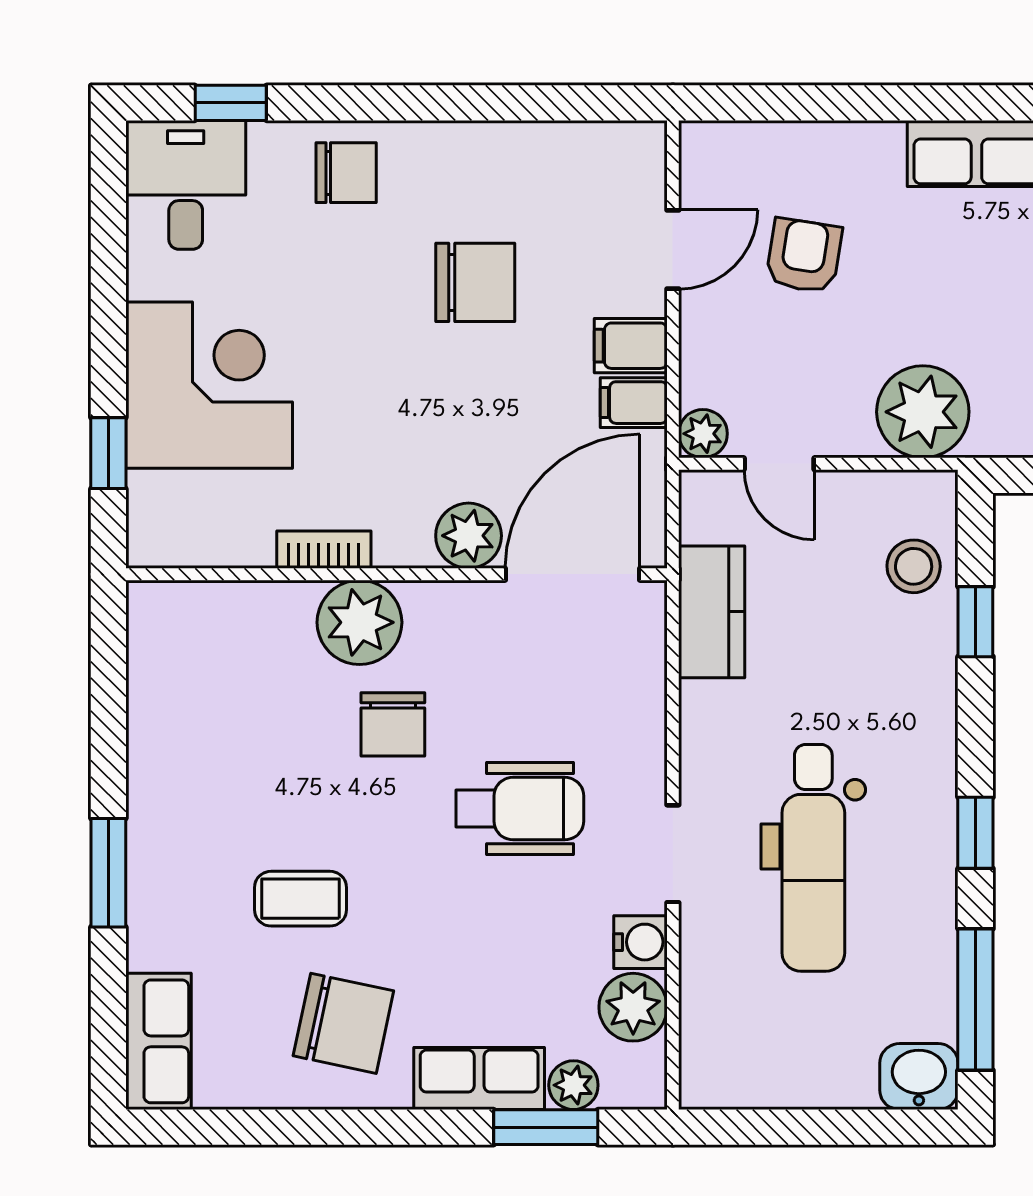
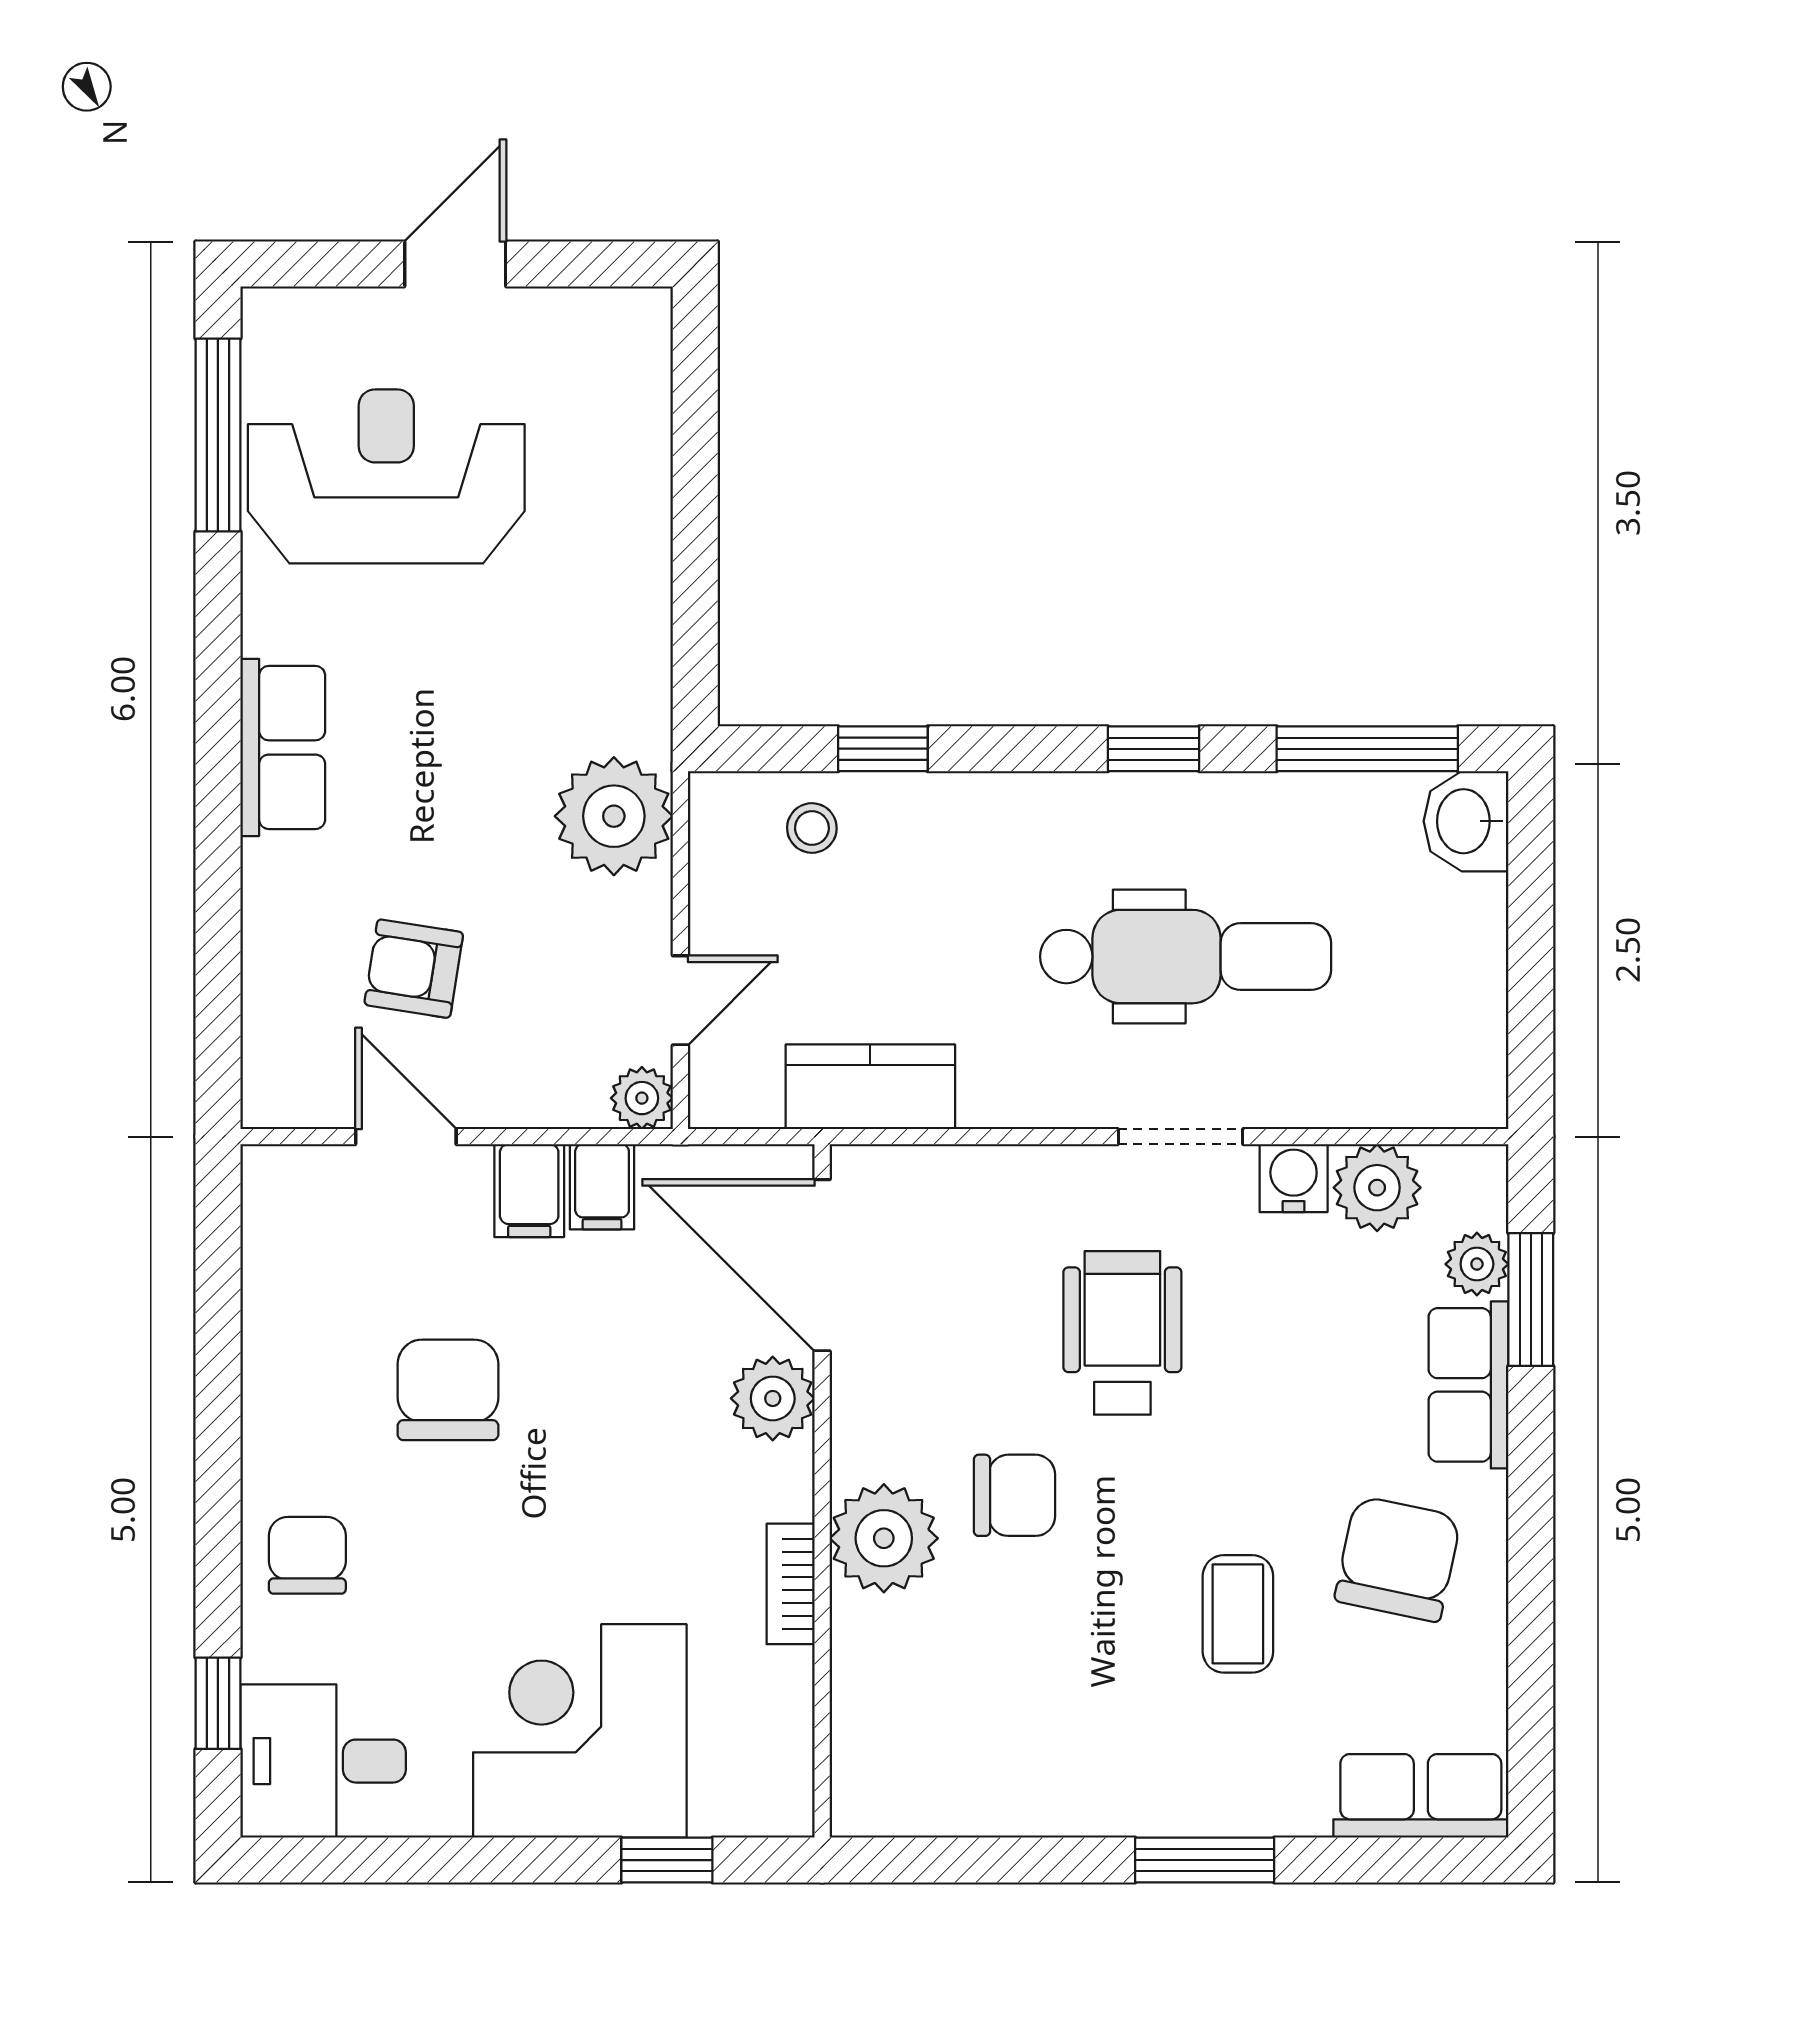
stool: (914, 566) -> (812, 828), width x0.73, depth x0.73

